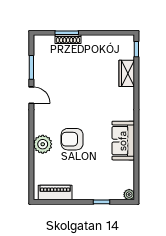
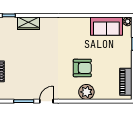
armchair: (72, 139) -> (82, 68), turned -90
sofa: (123, 141) -> (106, 26), moved

